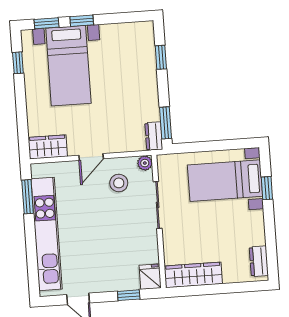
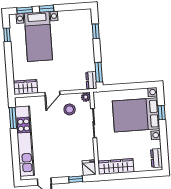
bed with nightstands: (225, 181) -> (136, 115), width x1.36

